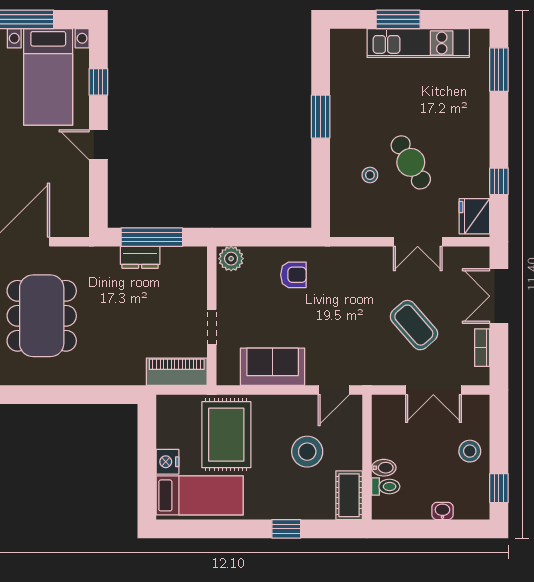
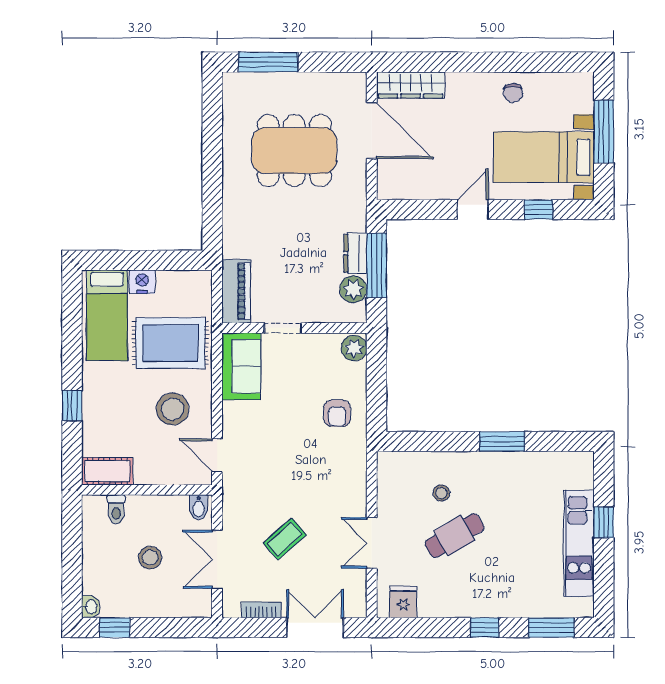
window: (398, 19) -> (604, 522), width x0.67
window: (499, 181) -> (485, 628), moved
fridge: (474, 216) -> (403, 602), width x0.72
plant: (175, 259) -> (353, 289), added
coffee table: (414, 325) -> (285, 539), width x0.73, depth x0.77
sofa: (273, 367) -> (241, 366), moved
stool: (470, 451) -> (150, 558), moved
stool: (307, 452) -> (173, 409), moved
bidet: (384, 468) -> (199, 507), moved
washbasin: (442, 511) -> (91, 607), moved

